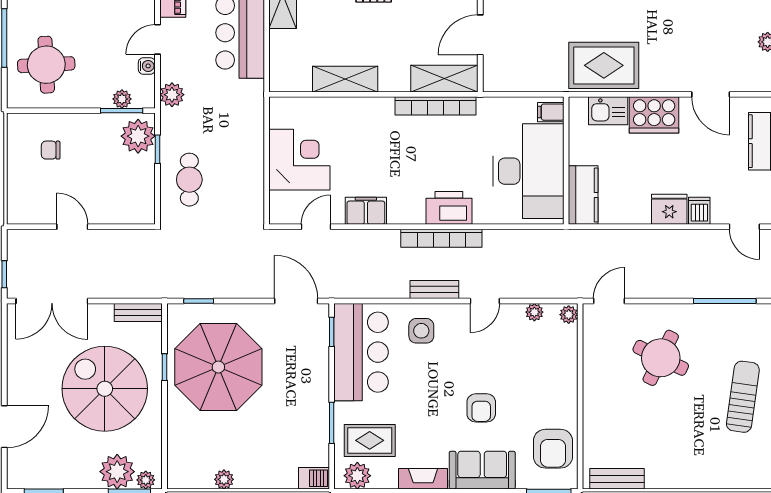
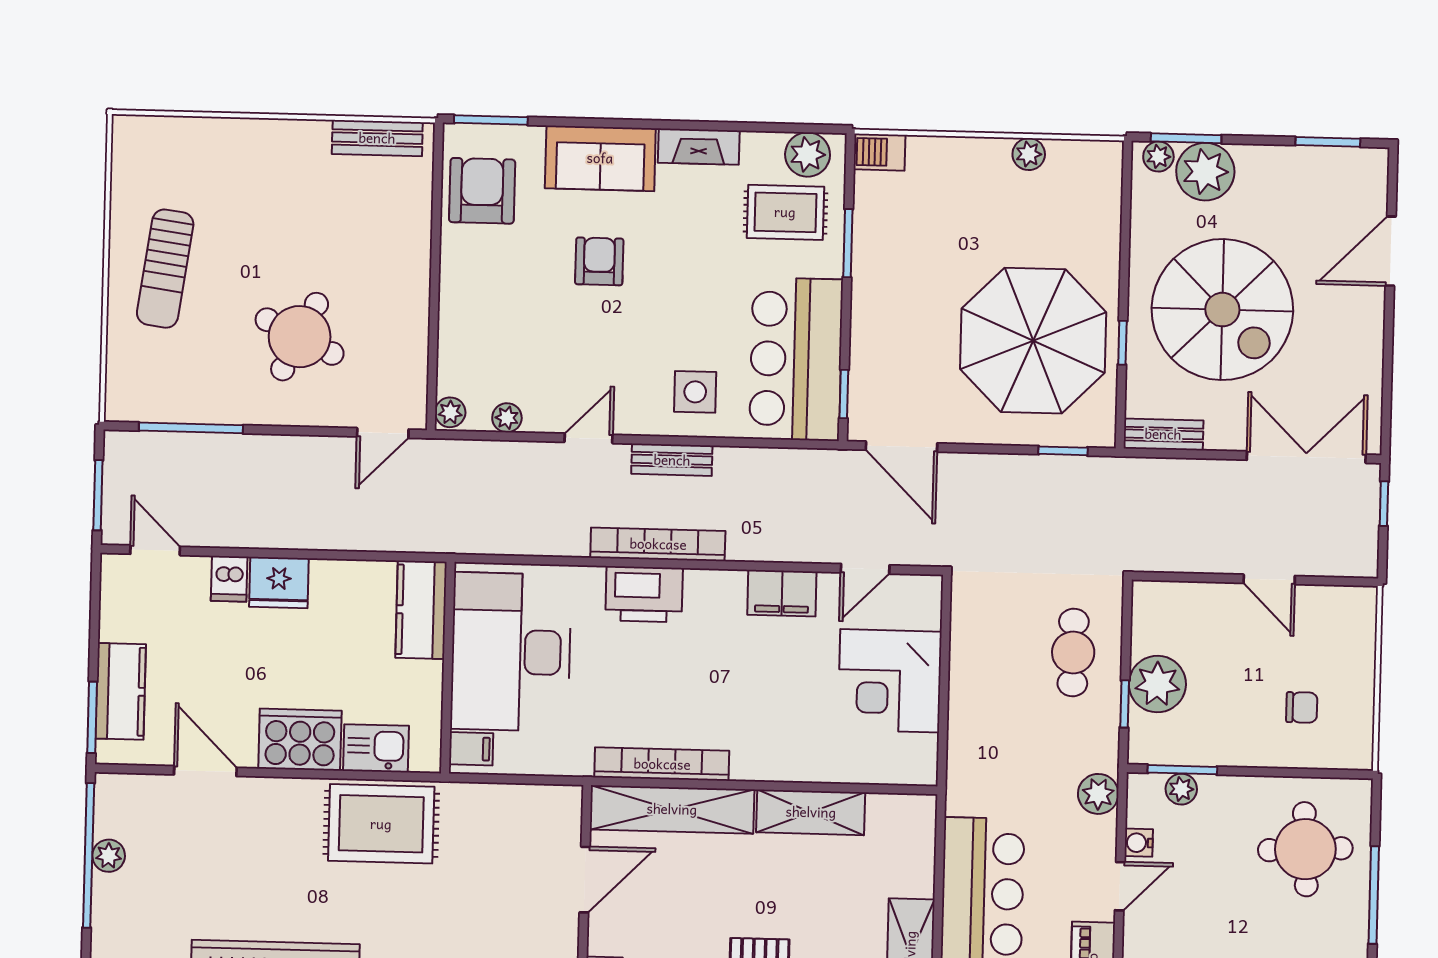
shelving: (444, 79) -> (672, 809), width x1.47
plant: (138, 136) -> (1157, 684), moved

